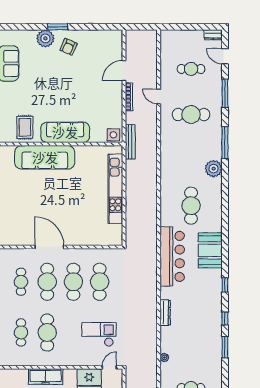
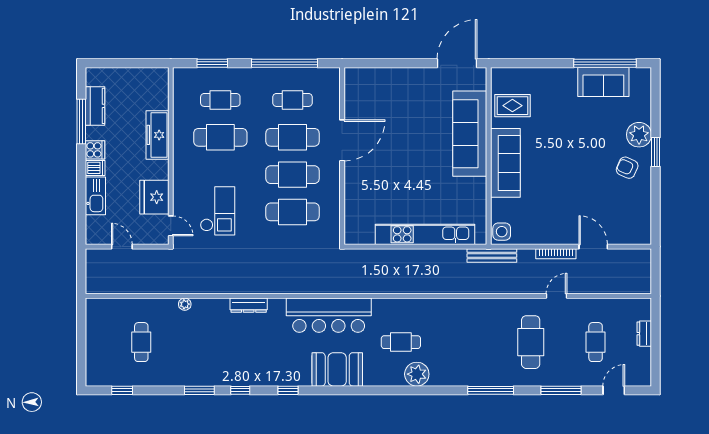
dresser: (213, 35) -> (644, 334), moved
plant: (214, 169) -> (417, 374), moved
cafe table: (191, 206) -> (401, 342), width x0.73, depth x0.74

